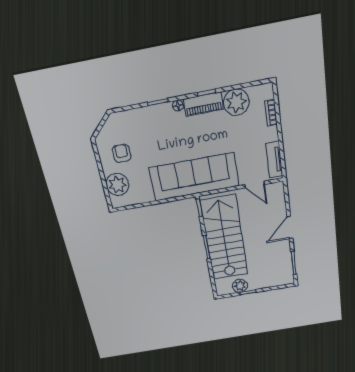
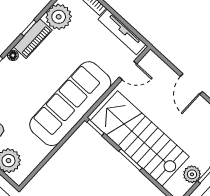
tv unit: (274, 160) -> (122, 32), width x1.41

